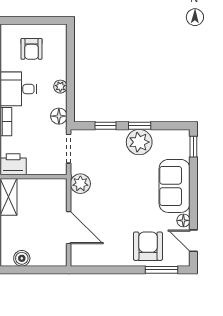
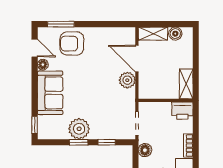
plant: (80, 184) -> (127, 80), moved
armchair: (148, 246) -> (72, 43), turned 90
shelving: (49, 258) -> (153, 34), added

